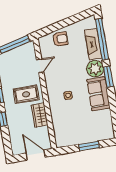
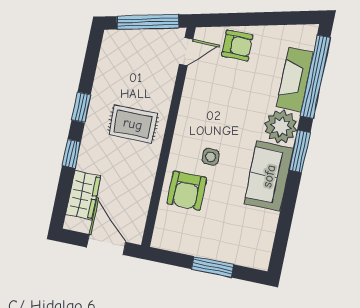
door: (40, 66) -> (186, 52), moved
wardrobe: (40, 115) -> (83, 195), moved, turned 180
armchair: (63, 115) -> (187, 191), added

